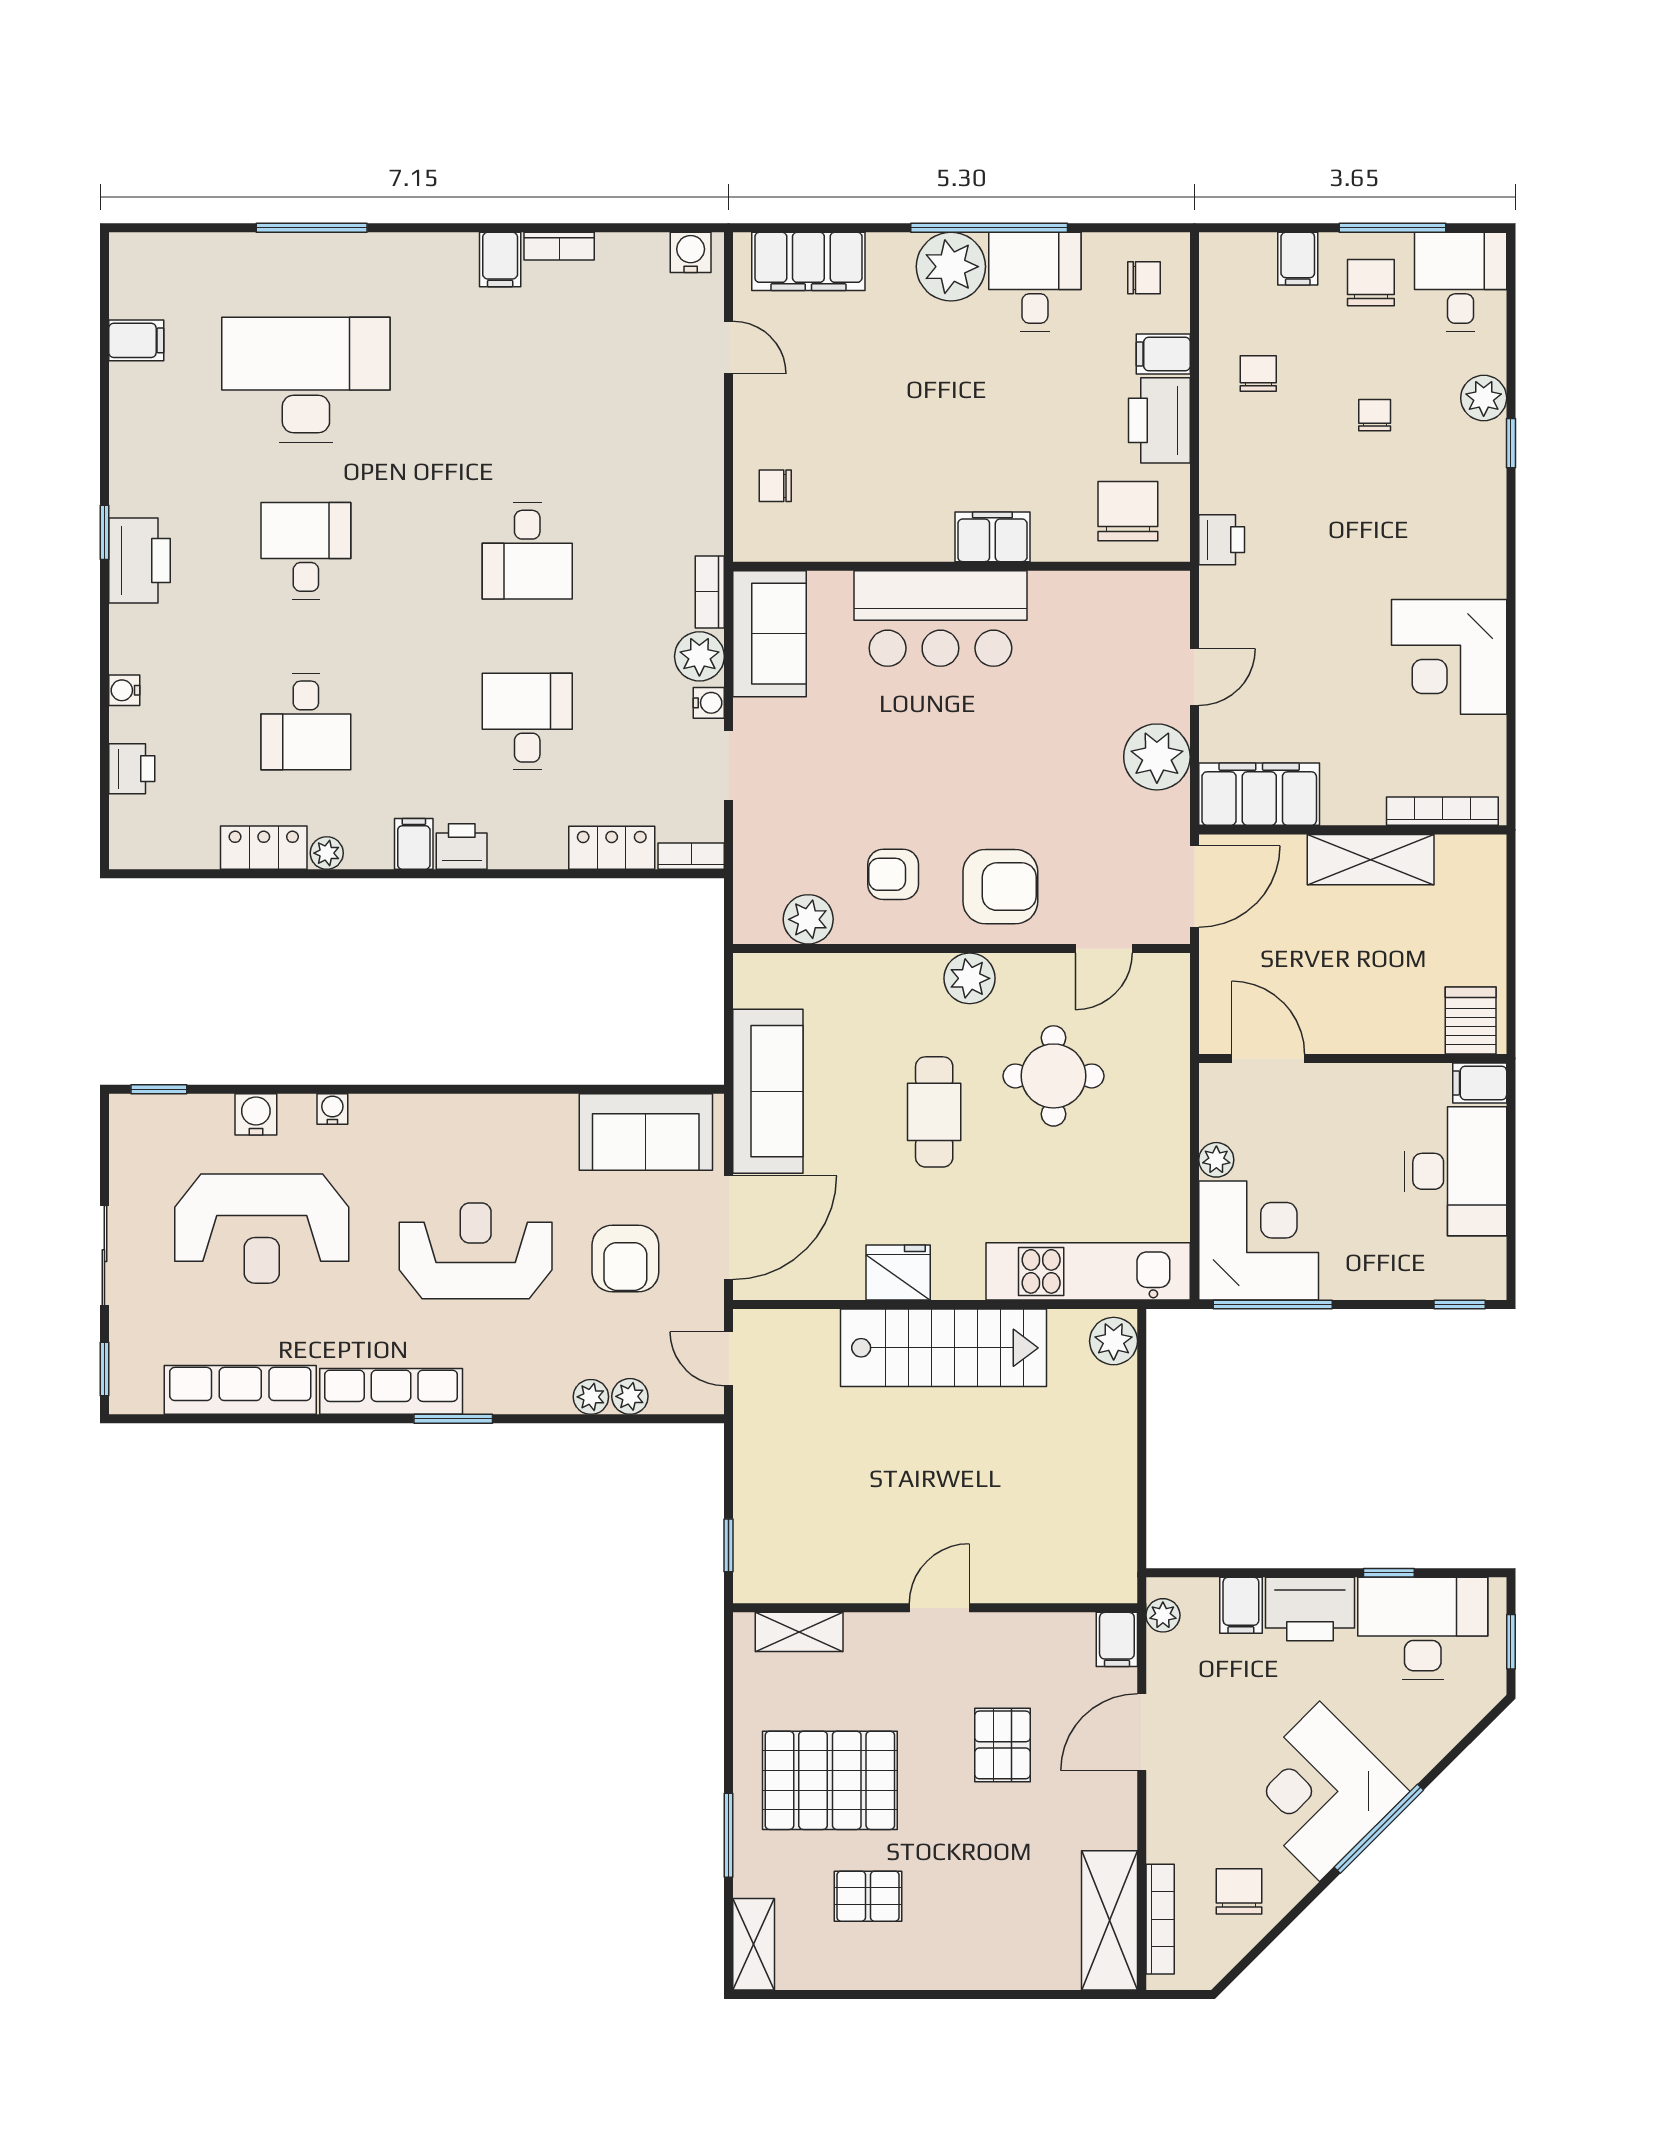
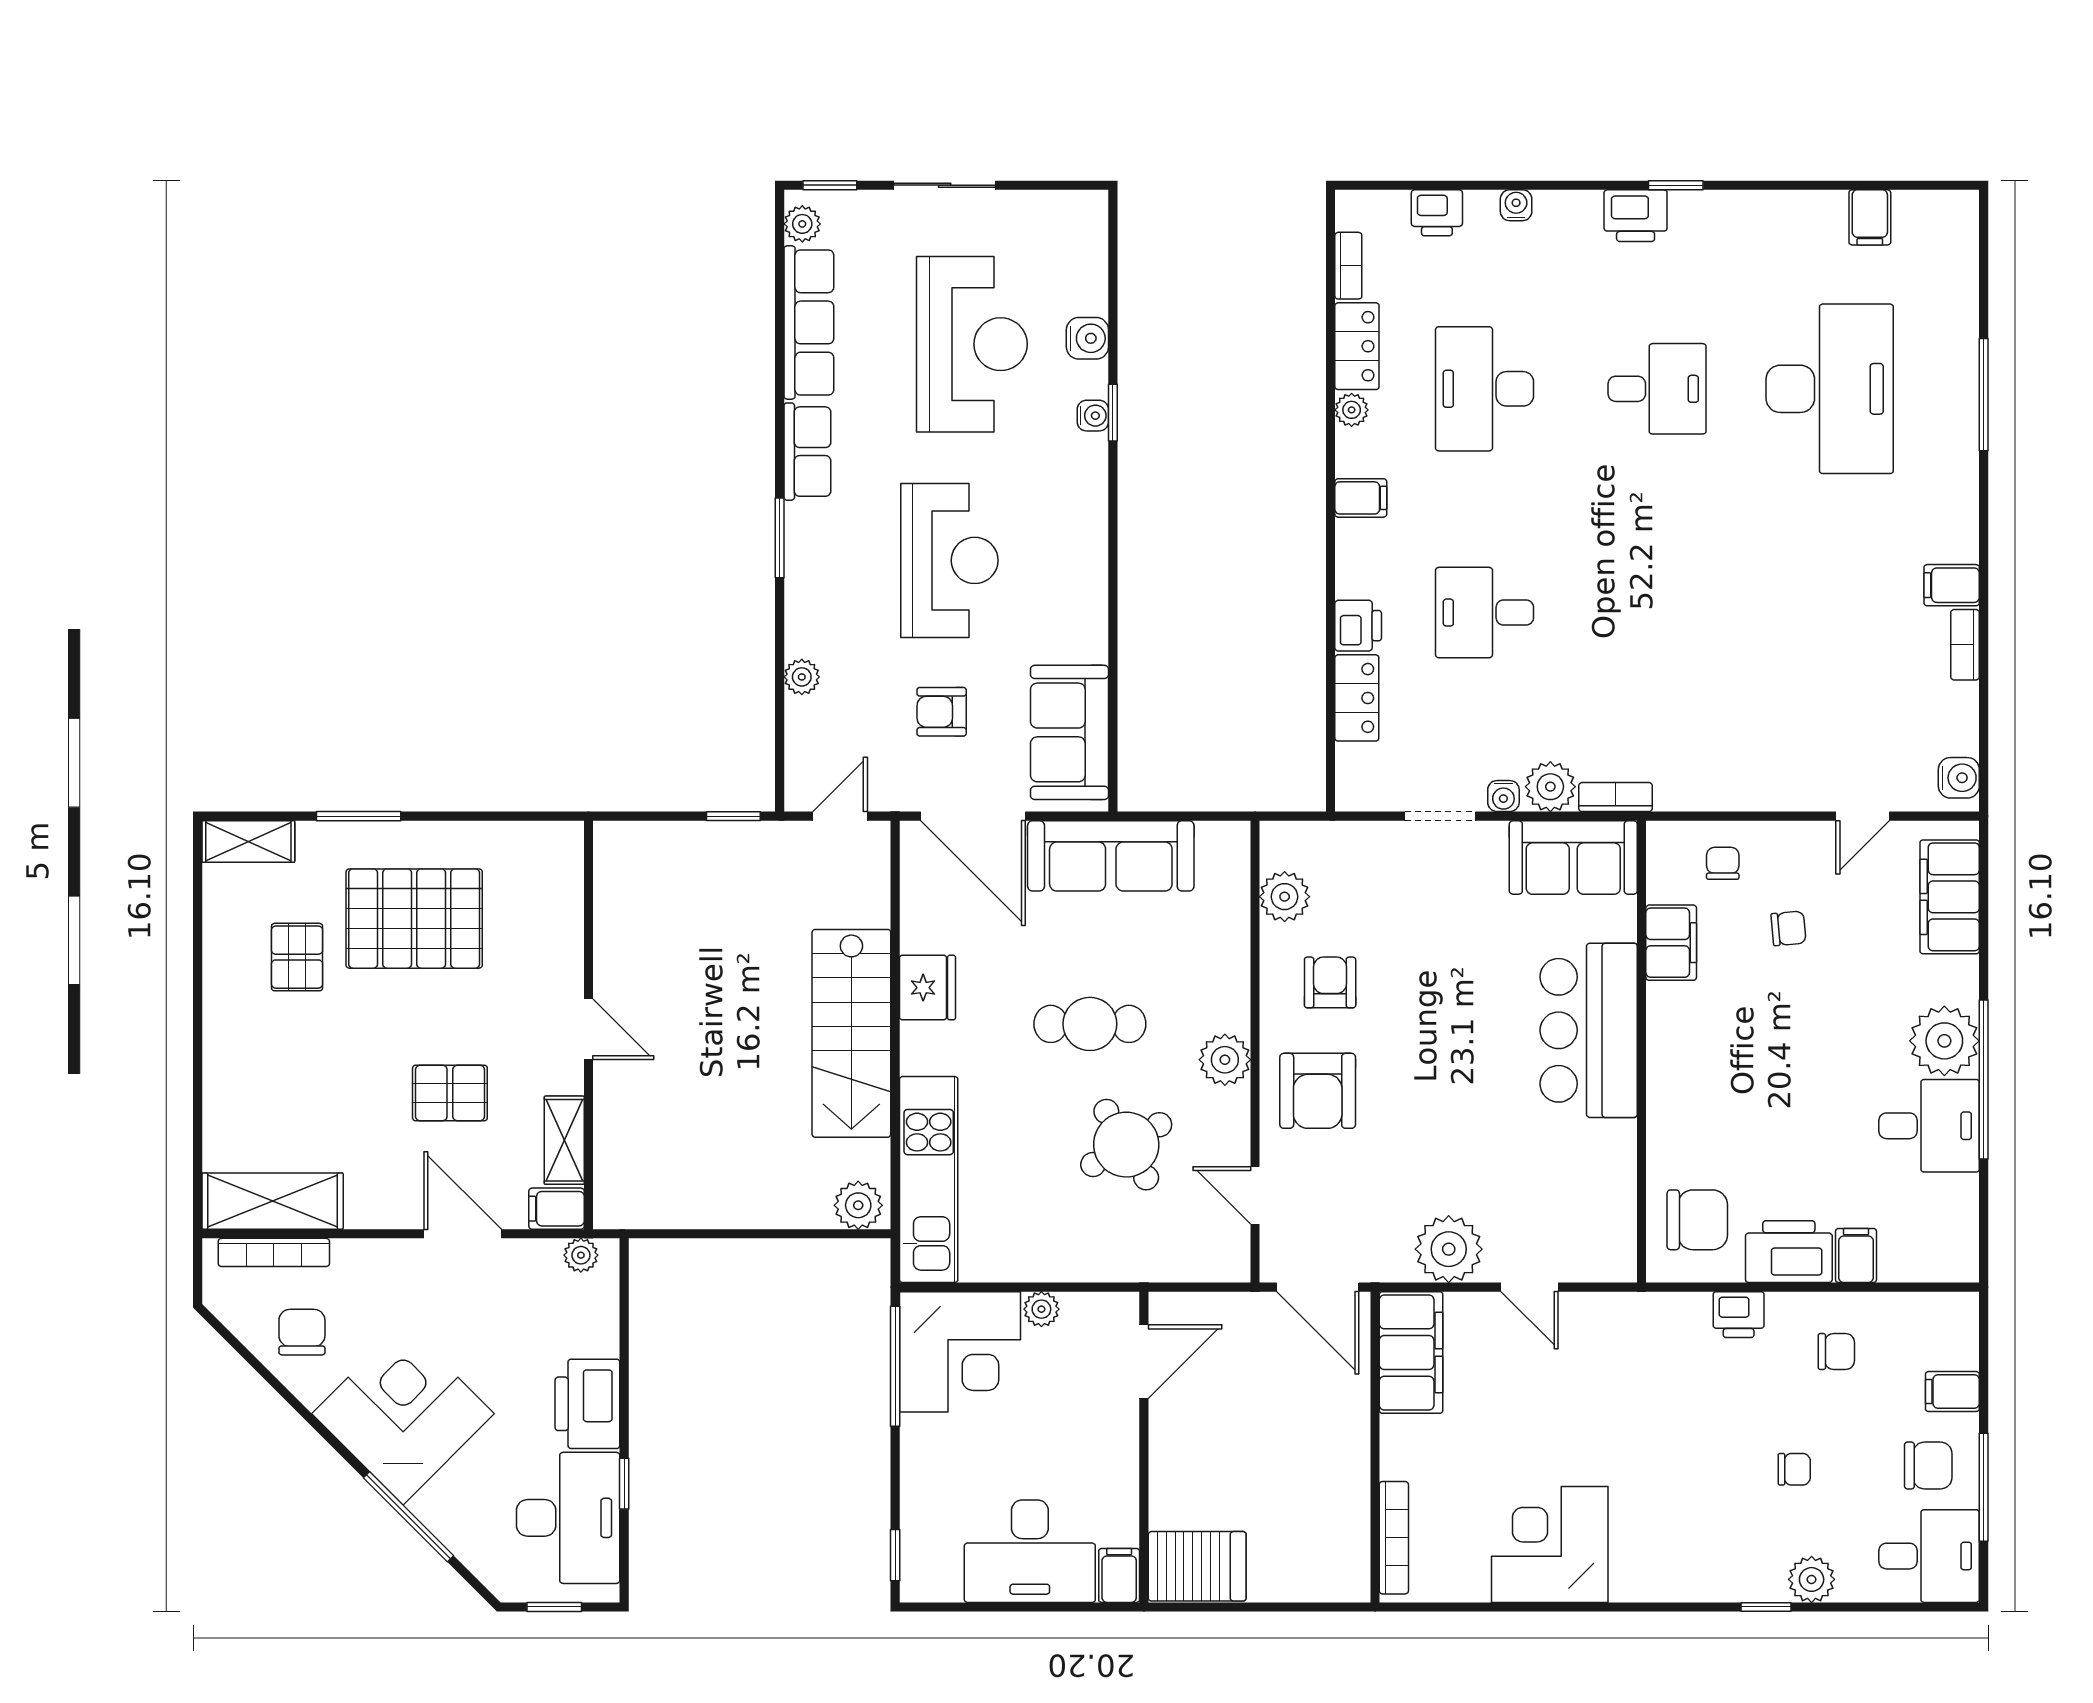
chair: (1144, 278) -> (1788, 928), moved, turned -95
filing cabinet: (992, 537) -> (1671, 943), moved
printer: (1222, 540) -> (1739, 1315), moved
desk: (527, 551) -> (1657, 613), removed
printer: (140, 560) -> (1636, 216), width x0.73, depth x0.84
desk: (306, 722) -> (1485, 389), width x1.37
desk: (527, 722) -> (1485, 613), turned 180
printer: (462, 847) -> (1358, 626), moved
bookcase: (691, 856) -> (1348, 266), moved
shelving: (1371, 860) -> (1345, 1465), removed
server rack: (1471, 1020) -> (1197, 1566), width x1.36, depth x1.44
round table: (1053, 1076) -> (1126, 1145), turned -31
window: (159, 1089) -> (1113, 413), moved
reception desk: (262, 1229) -> (972, 344), turned 180
armchair: (625, 1259) -> (942, 712), width x0.72, depth x0.72
row of seats: (391, 1391) -> (807, 452), width x0.68
plant: (630, 1396) -> (802, 224), moved
window: (729, 1545) -> (733, 816), moved
filing cabinet: (1241, 1605) -> (591, 1334), removed
shelving: (799, 1632) -> (564, 1140), moved
pallet: (830, 1780) -> (414, 919), turned 90
window: (1379, 1829) -> (408, 1517), moved
chair: (1239, 1891) -> (302, 1332), turned -90

